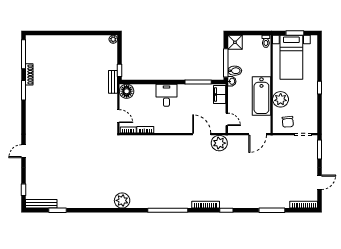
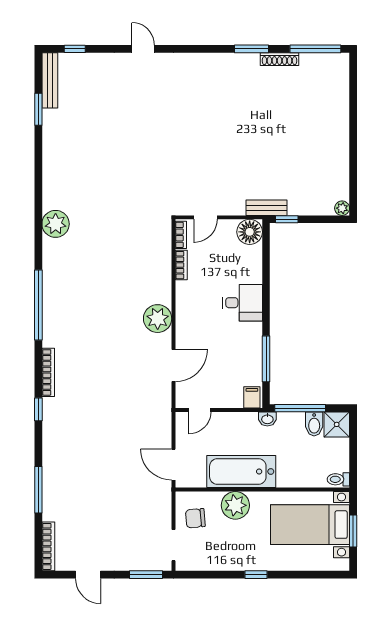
bidet: (235, 71) -> (314, 424), moved
filing cabinet: (220, 94) -> (252, 397), width x0.50
plant: (219, 143) -> (158, 319), moved

